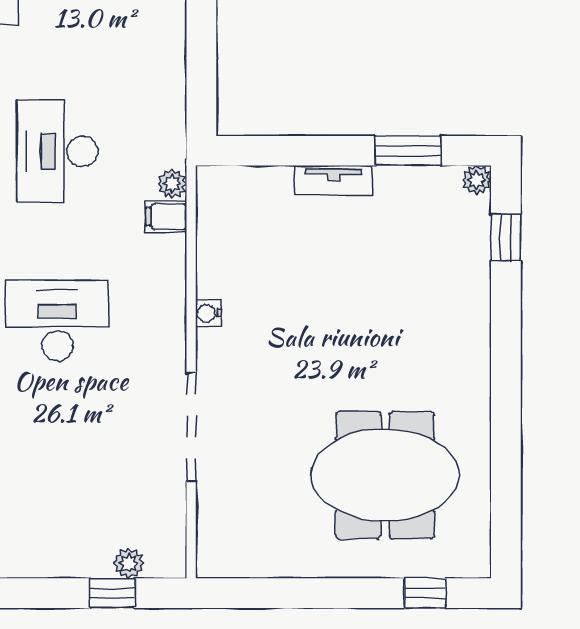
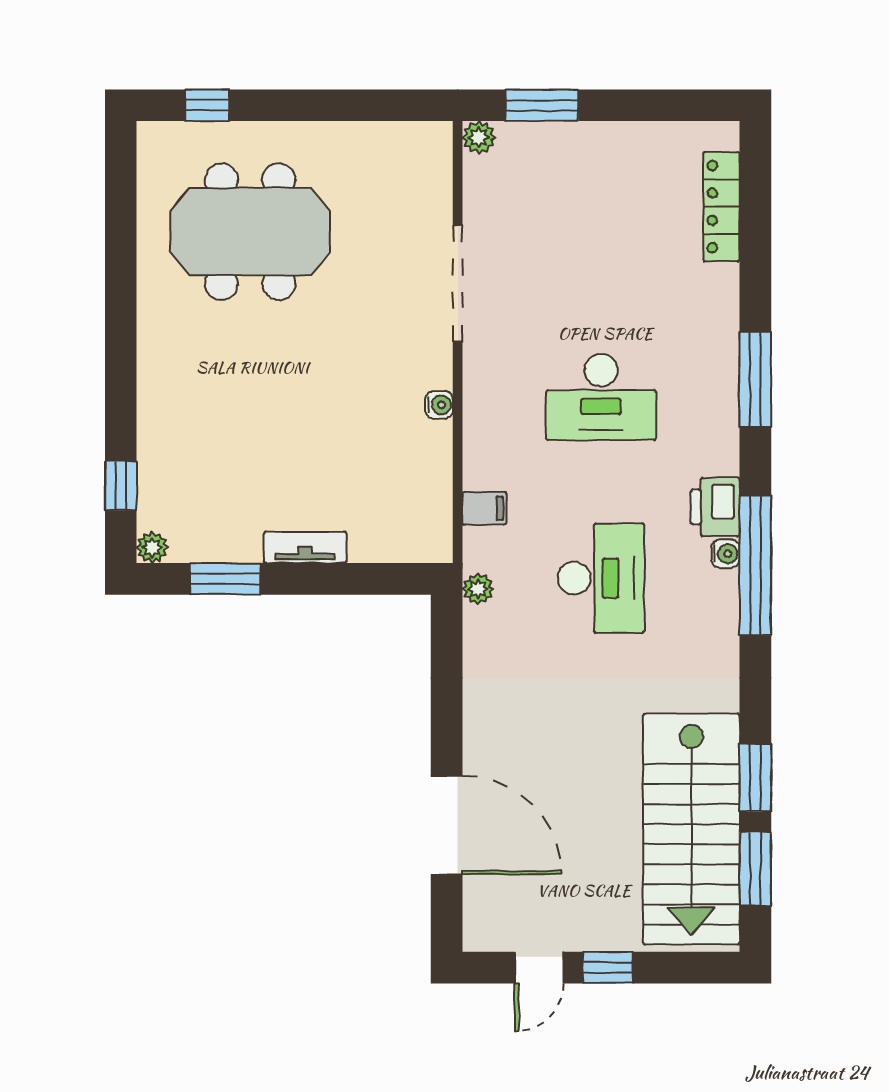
plant: (172, 184) -> (478, 589), moved
plant: (129, 563) -> (479, 137), moved
window: (112, 593) -> (542, 105), width x1.50

